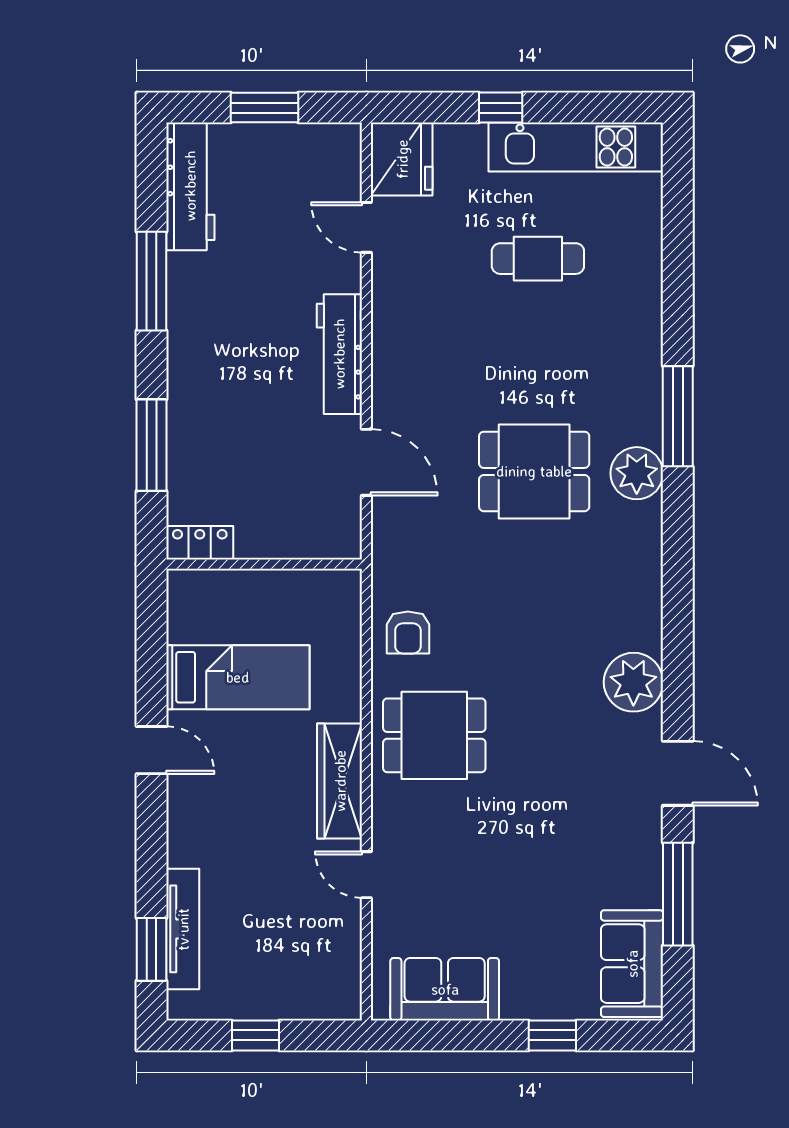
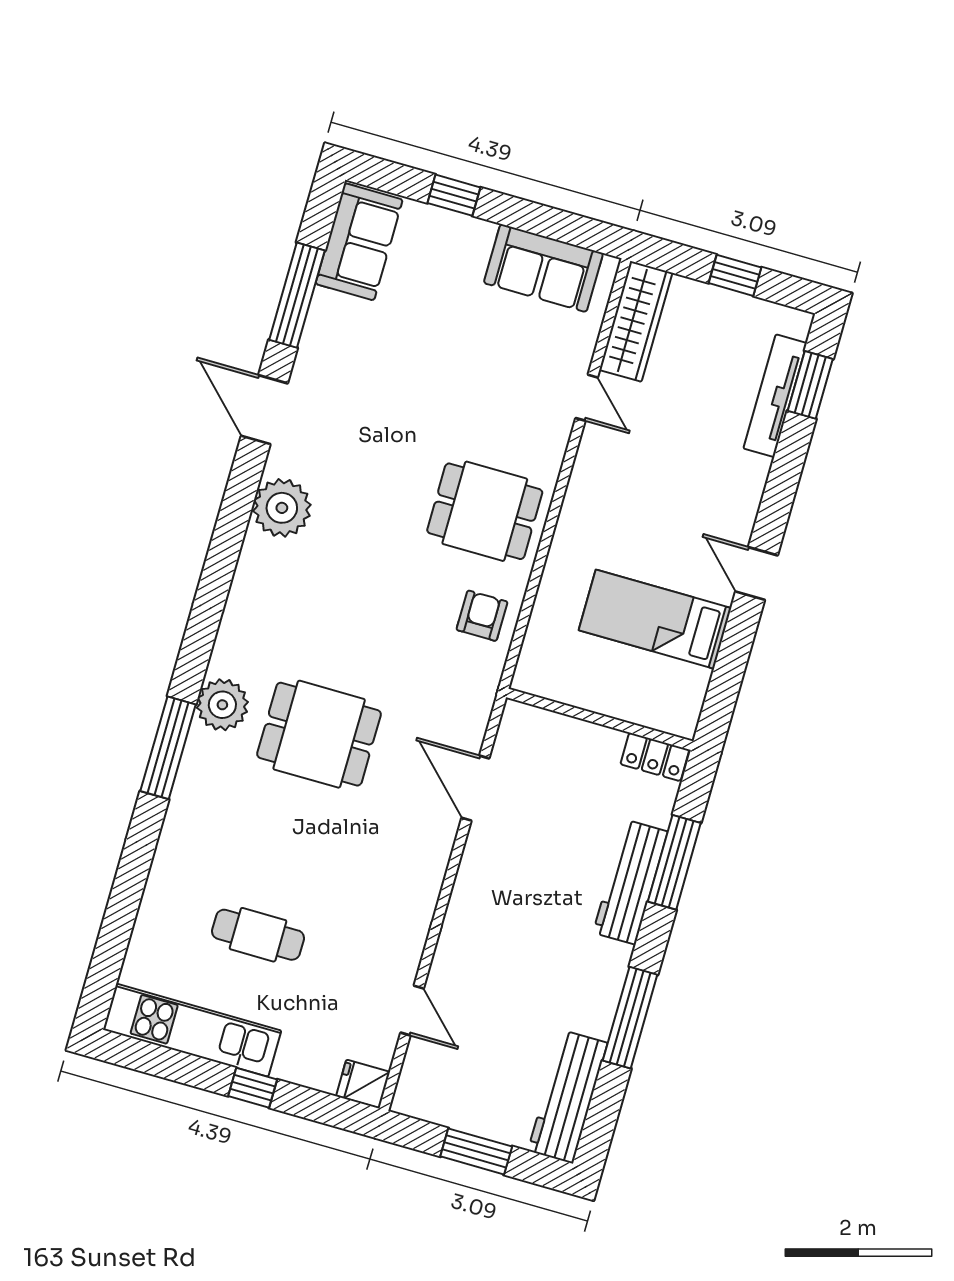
fridge: (402, 159) -> (363, 1084), width x0.53, depth x0.75
workbench: (339, 354) -> (630, 882), moved, turned 180
wardrobe: (340, 781) -> (636, 321), moved

